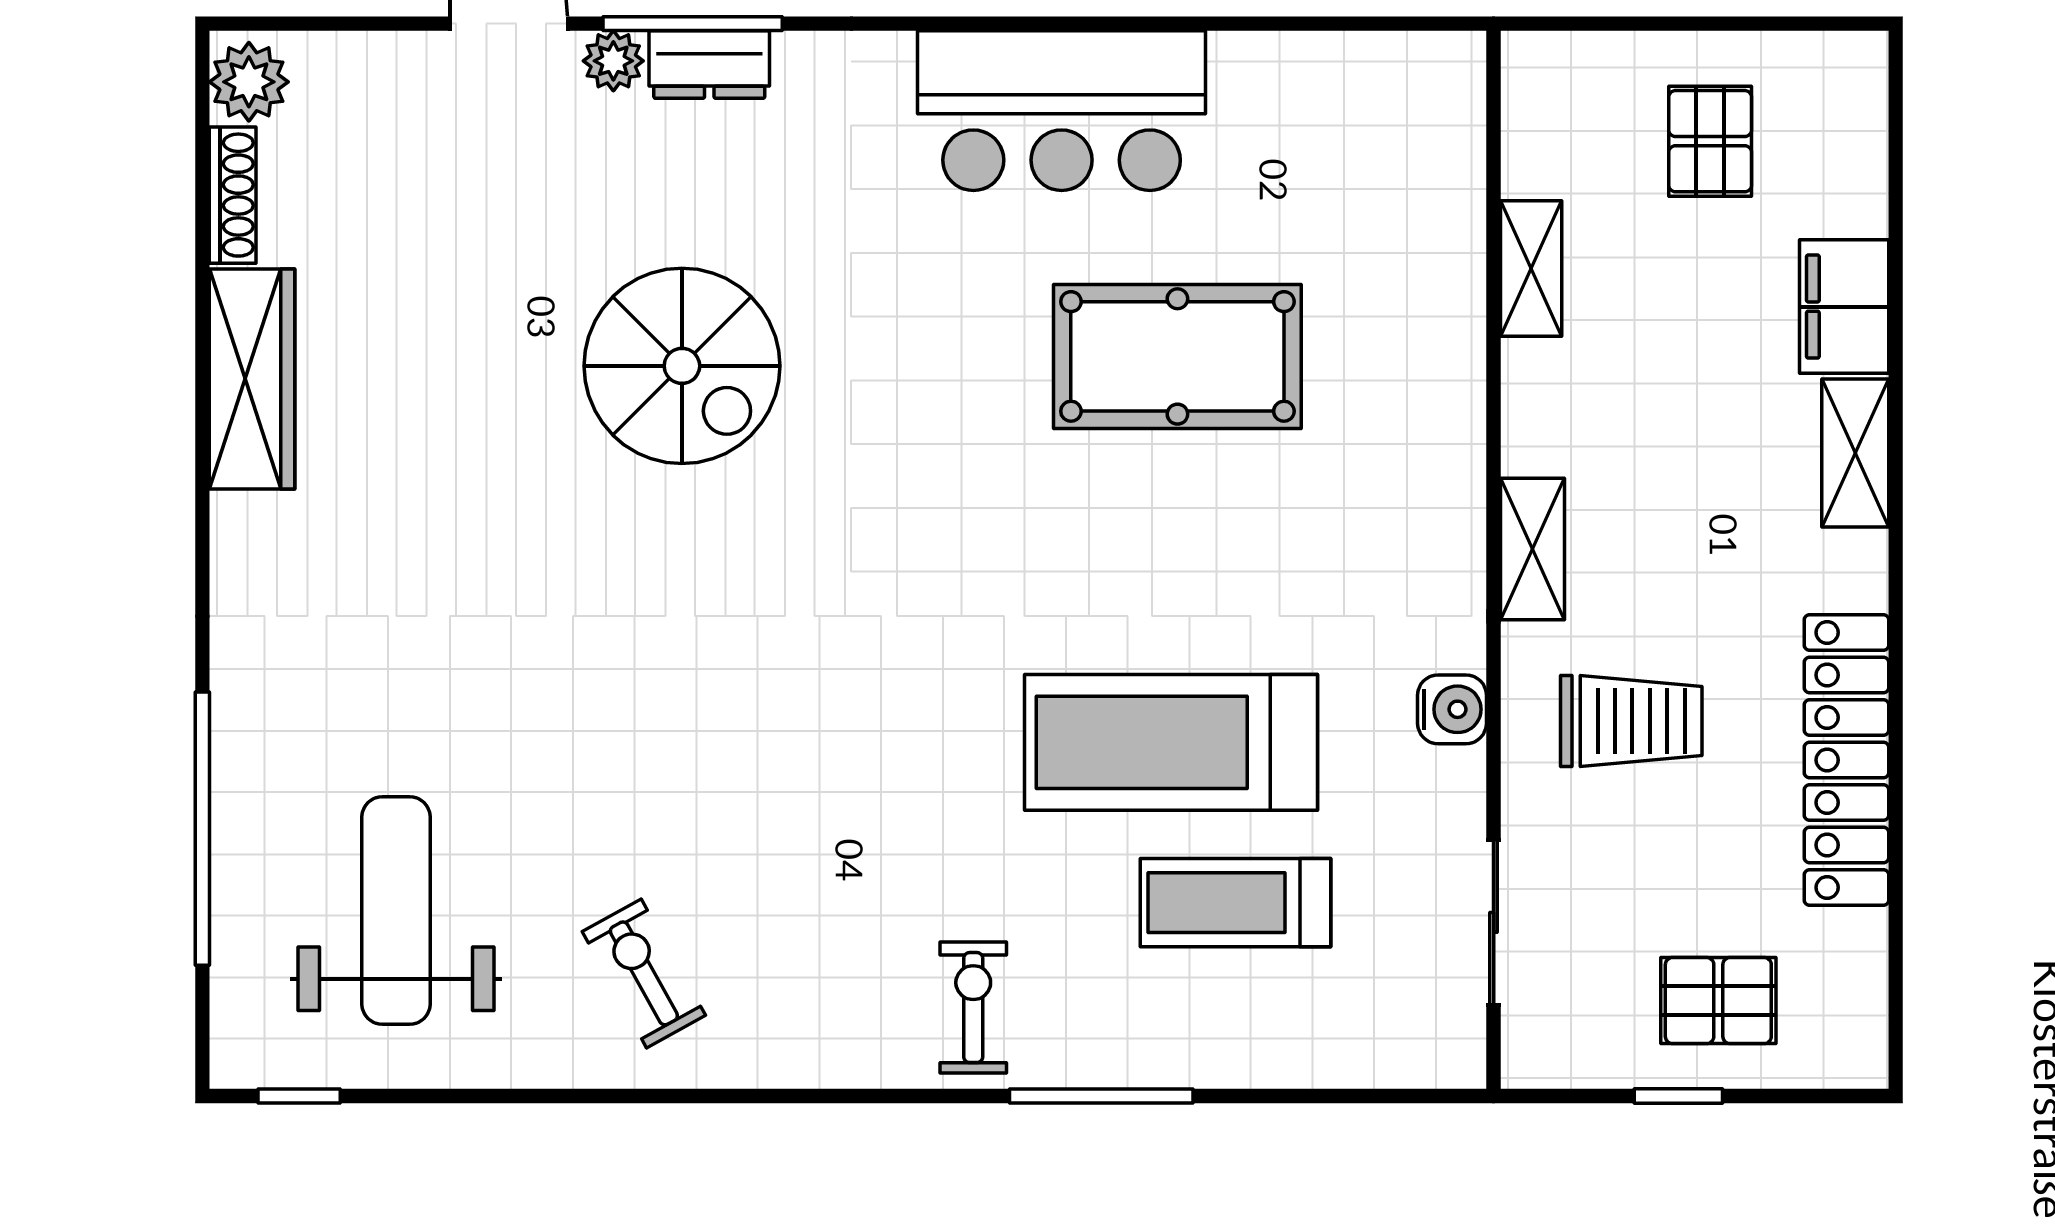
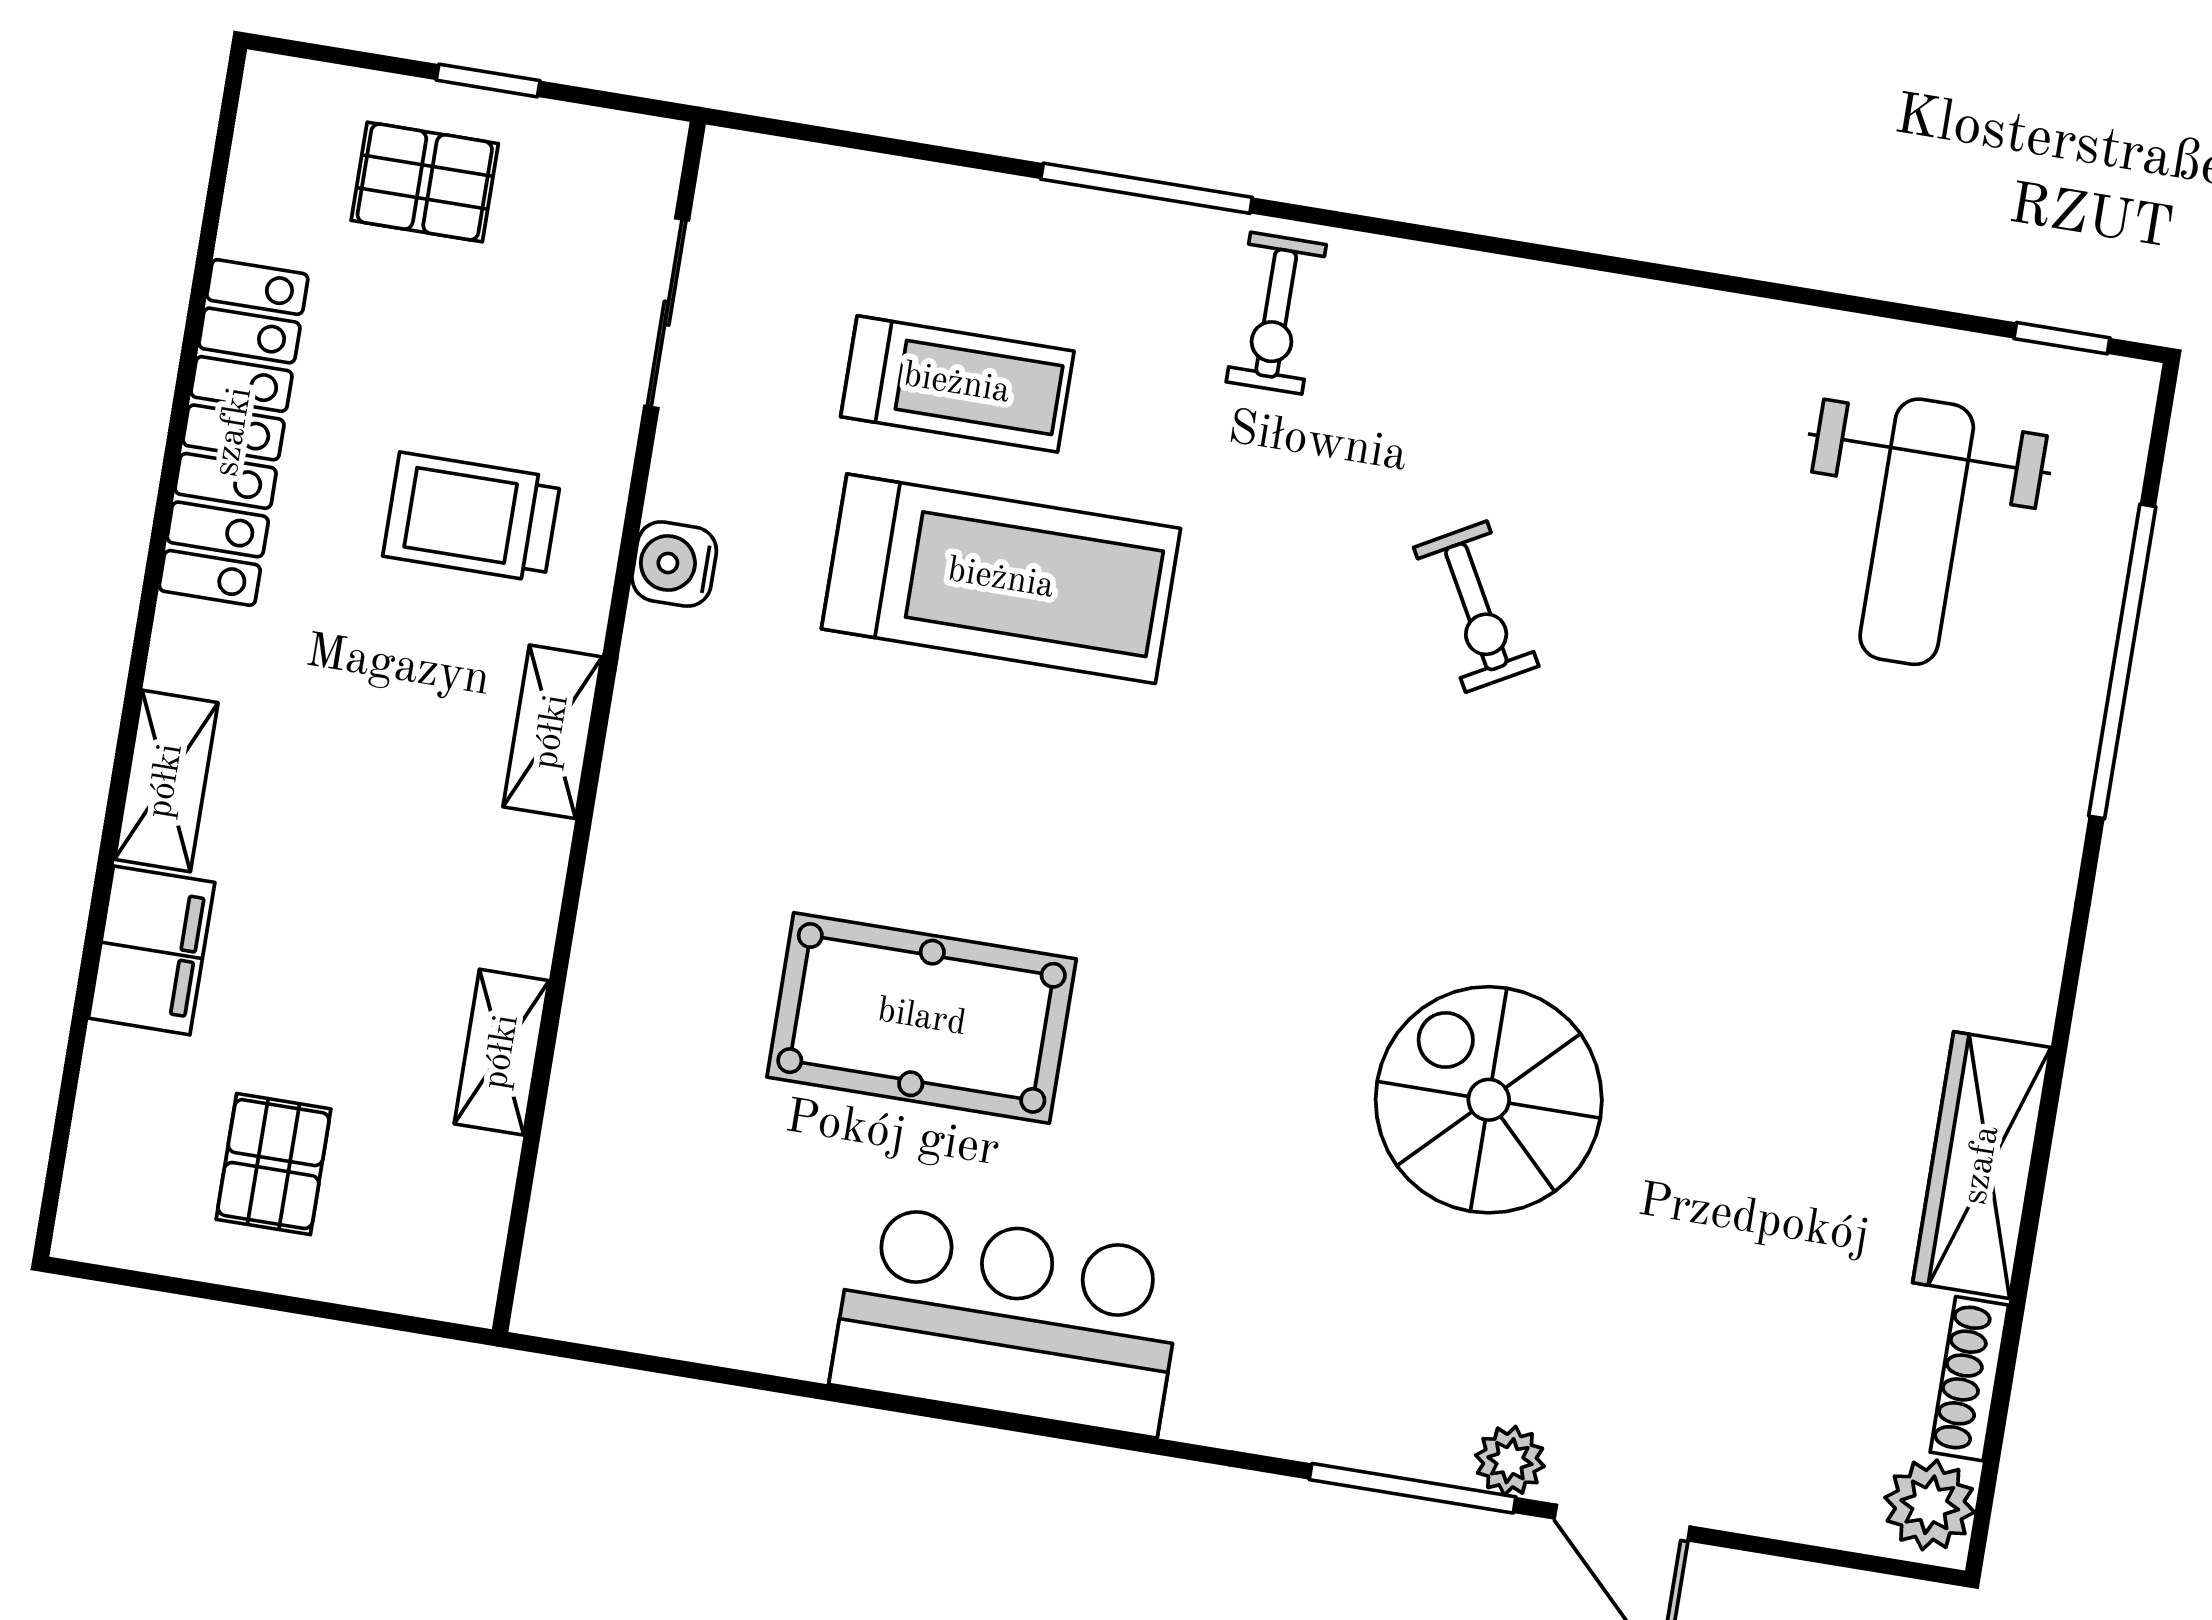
dresser: (709, 65) -> (1401, 1438), removed
exercise bike: (644, 973) -> (1476, 607), moved

